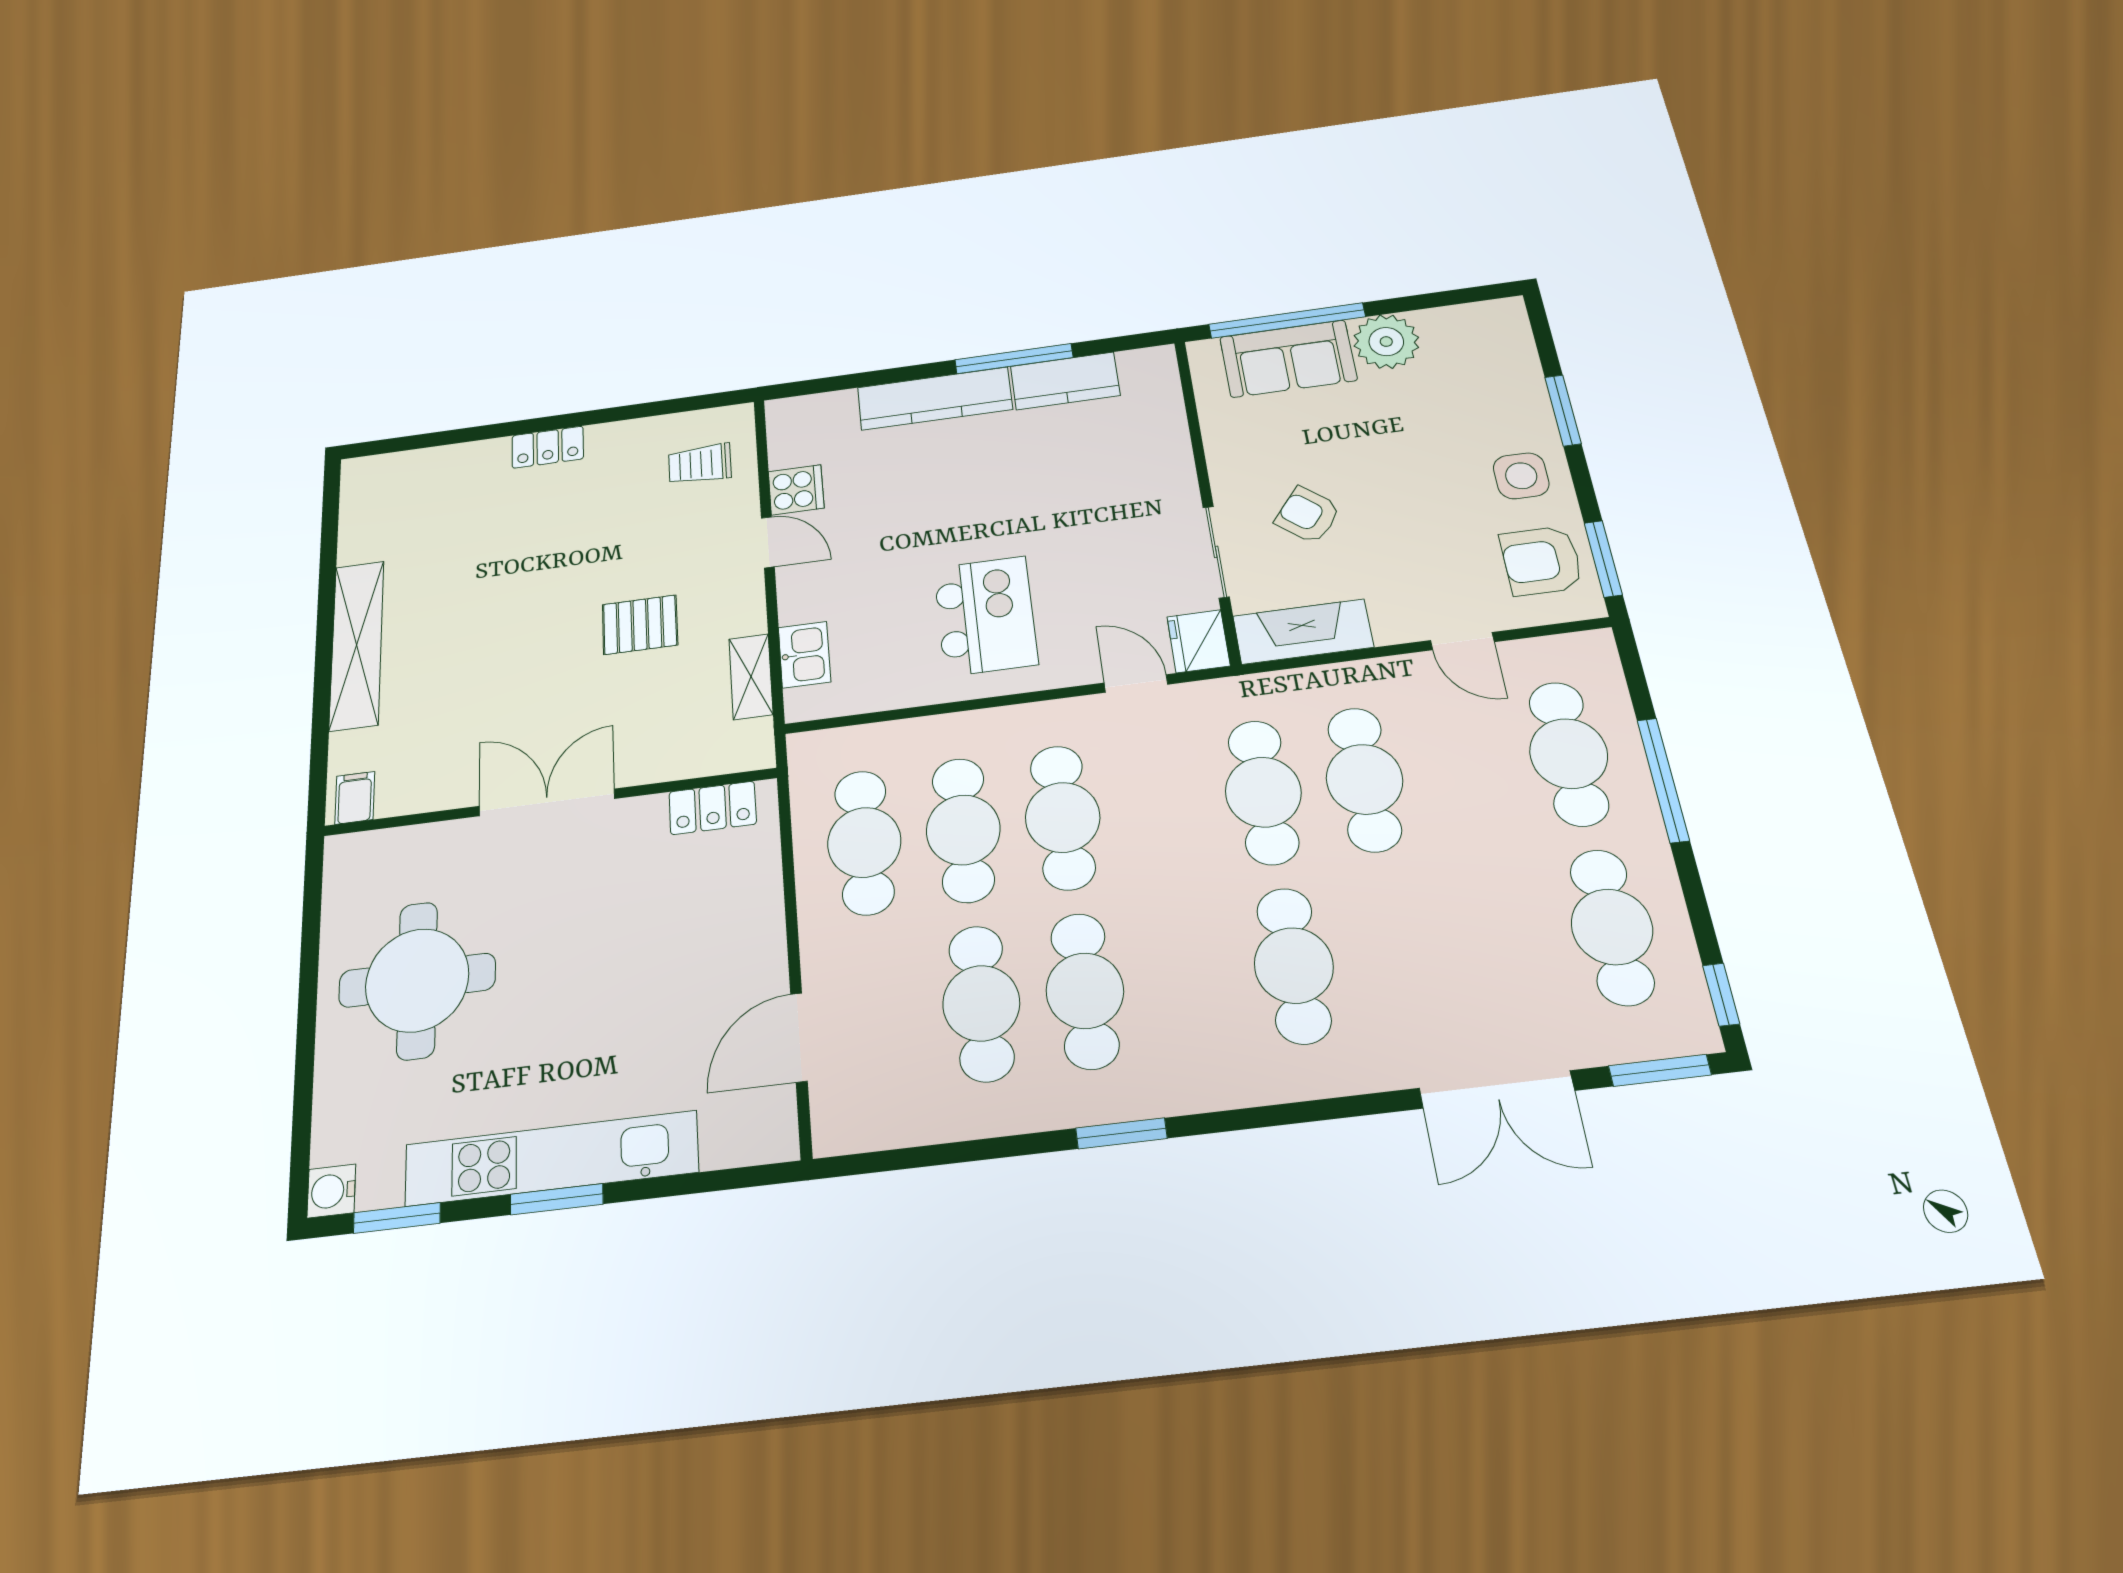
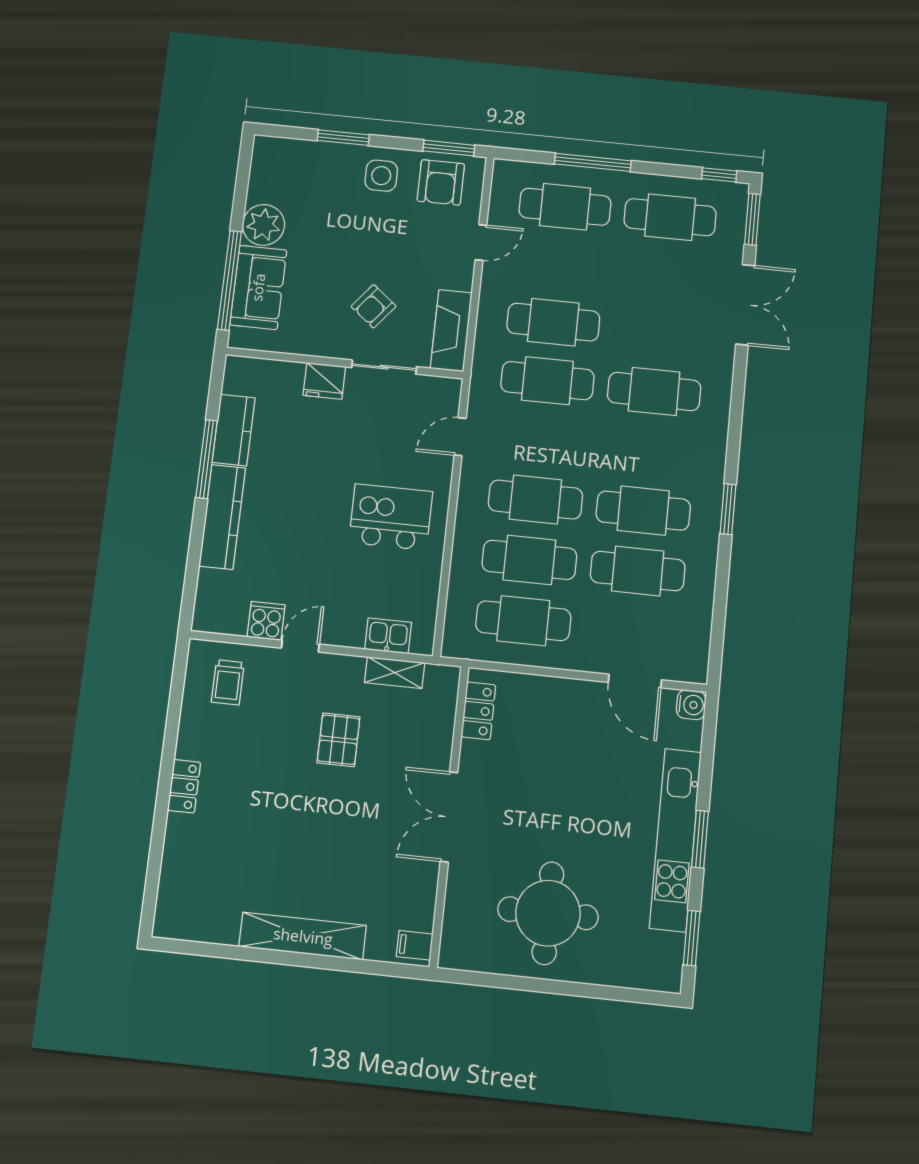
fridge: (1198, 641) -> (324, 381), moved
water cooler: (331, 1191) -> (691, 705), moved, turned -90

